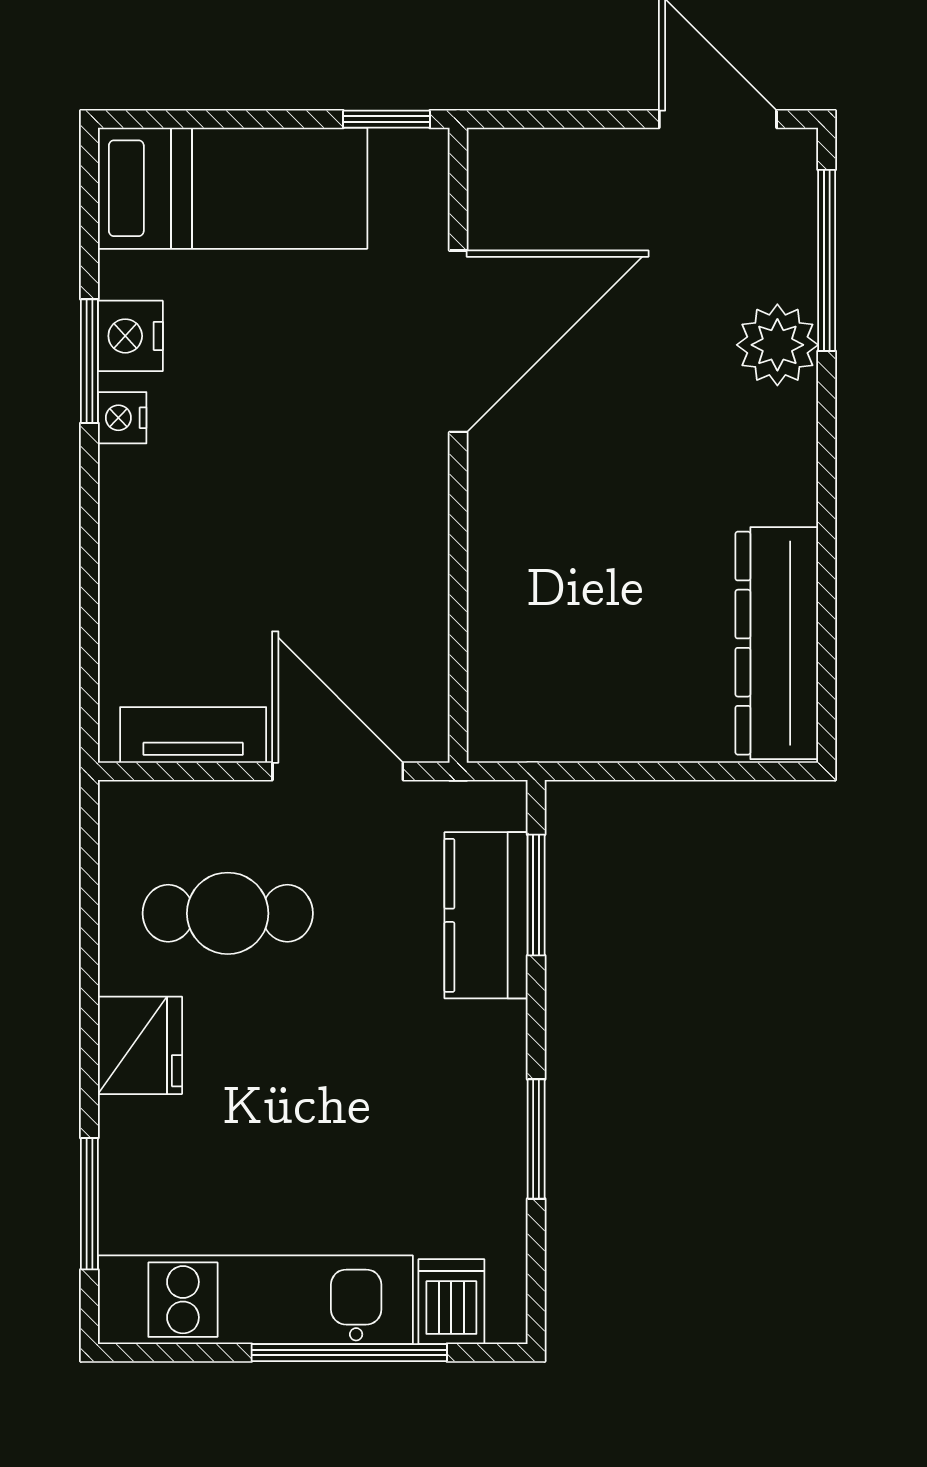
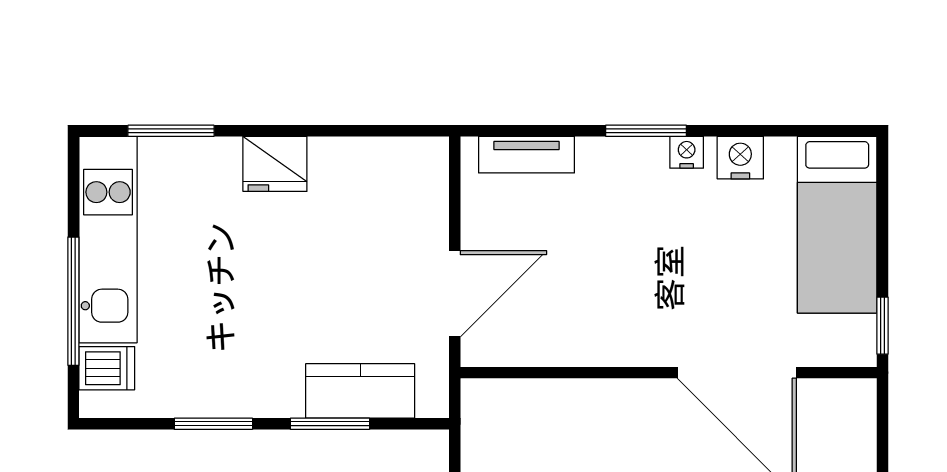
window: (89, 361) -> (646, 131), moved
tv unit: (193, 735) -> (526, 155), moved, turned 90
window: (536, 895) -> (330, 424), moved
cafe table: (228, 913) -> (362, 221), removed

